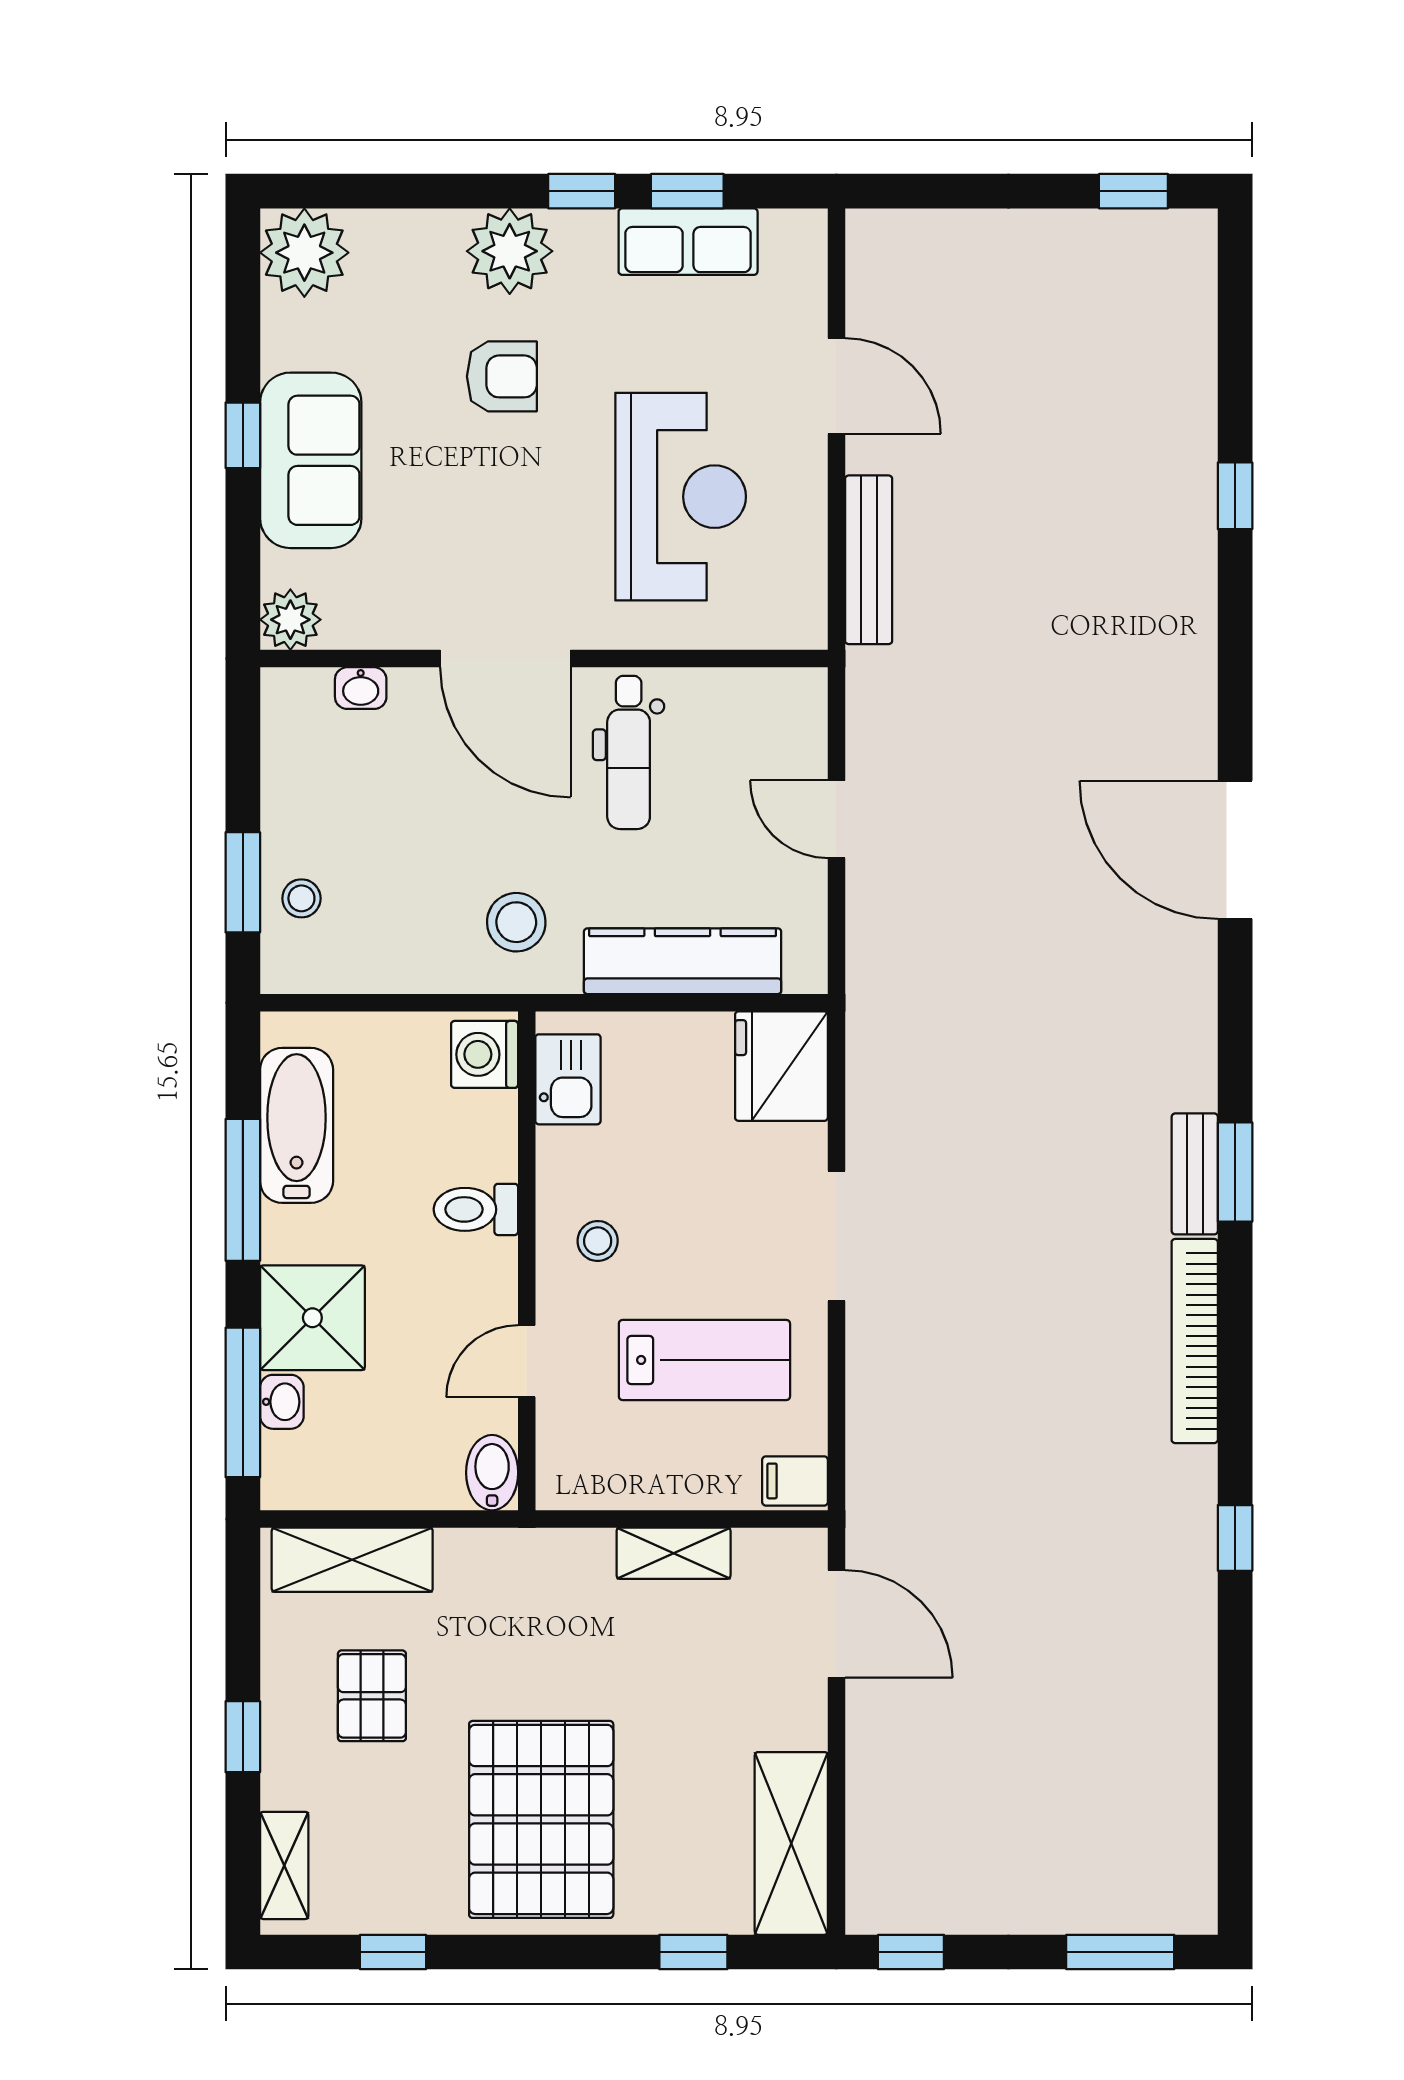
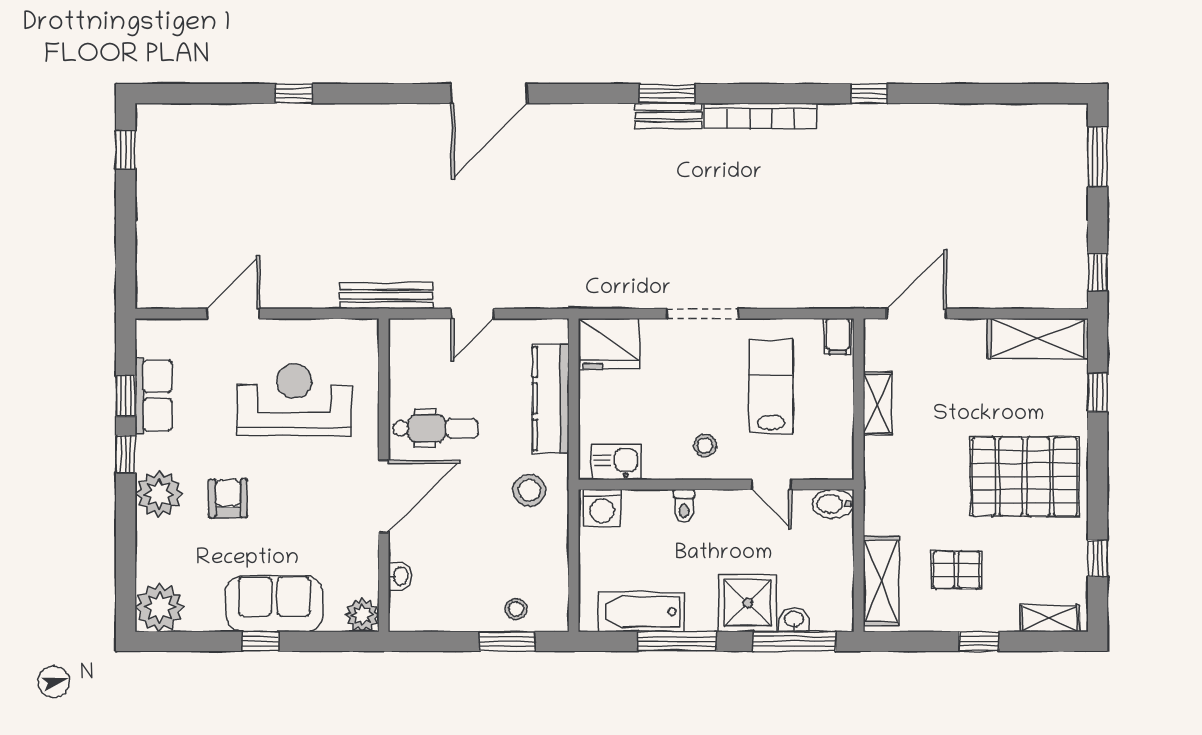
bench: (869, 560) -> (387, 296), moved
toilet: (476, 1209) -> (684, 506), width x0.73, depth x0.72

